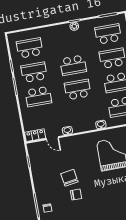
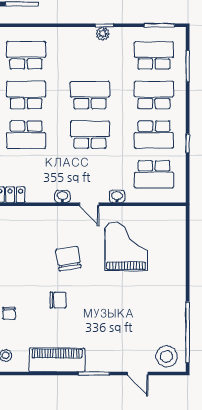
school desk: (73, 65) -> (90, 95), turned 180
door: (52, 138) -> (89, 204), moved
chair: (69, 178) -> (68, 258), moved

